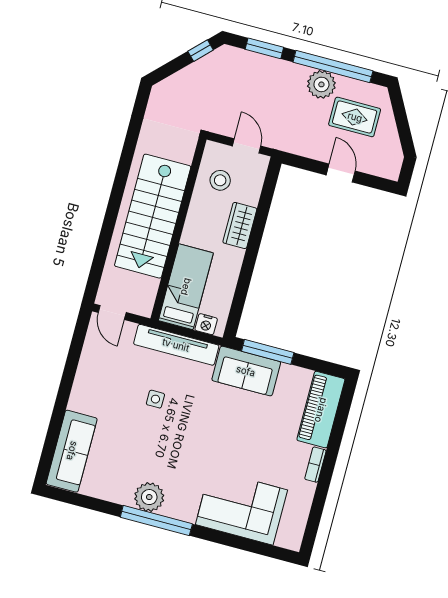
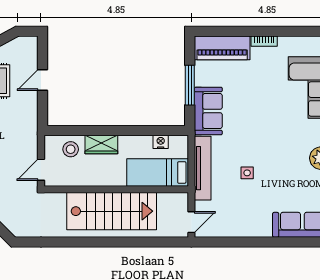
door: (247, 146) -> (41, 170), moved
stool: (220, 180) -> (71, 149), moved
nightstand: (206, 324) -> (161, 142), moved, turned -90
window: (268, 352) -> (190, 85), moved

